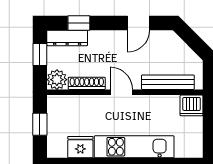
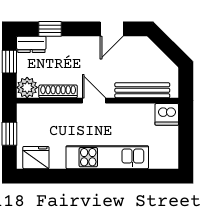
dresser: (67, 38) -> (31, 44), width x0.70
fridge: (80, 147) -> (36, 158), moved

